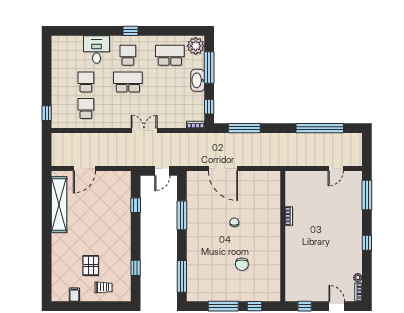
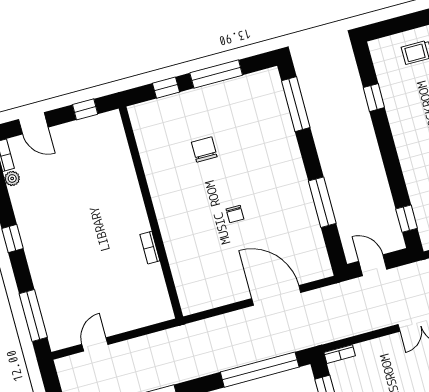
window: (244, 128) -> (260, 370), width x1.46
door: (162, 171) -> (373, 265), hinge flipped
window: (136, 205) -> (407, 219), moved

